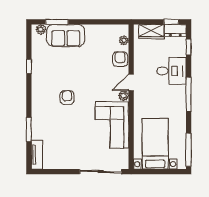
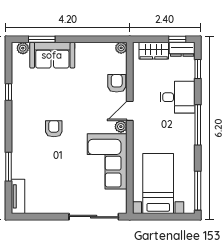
plant: (124, 40) -> (121, 48), moved

